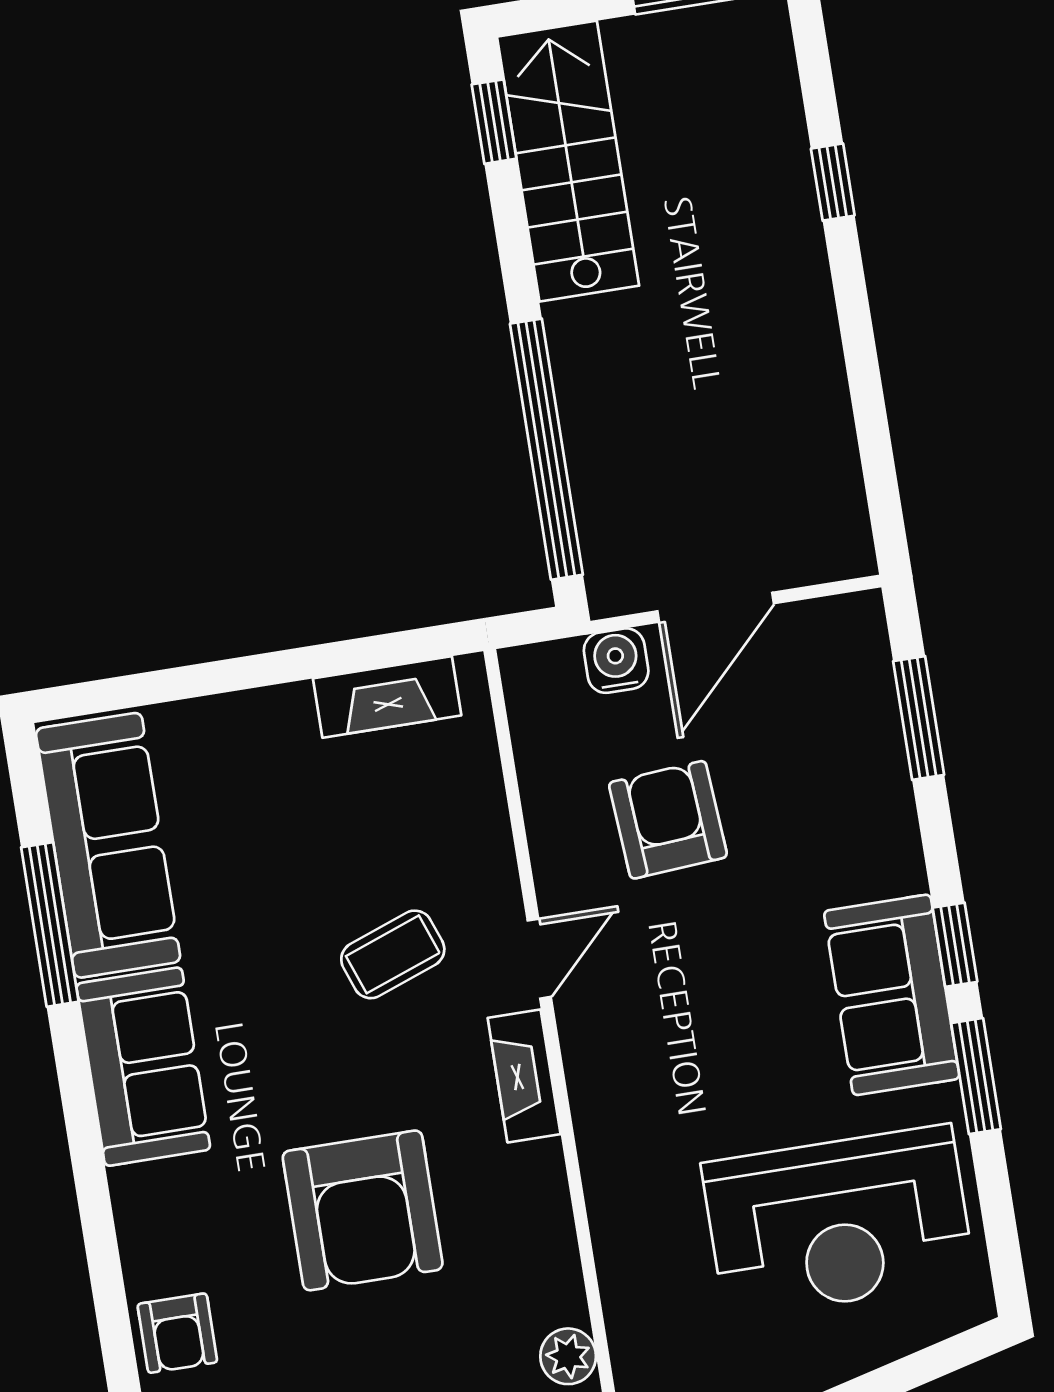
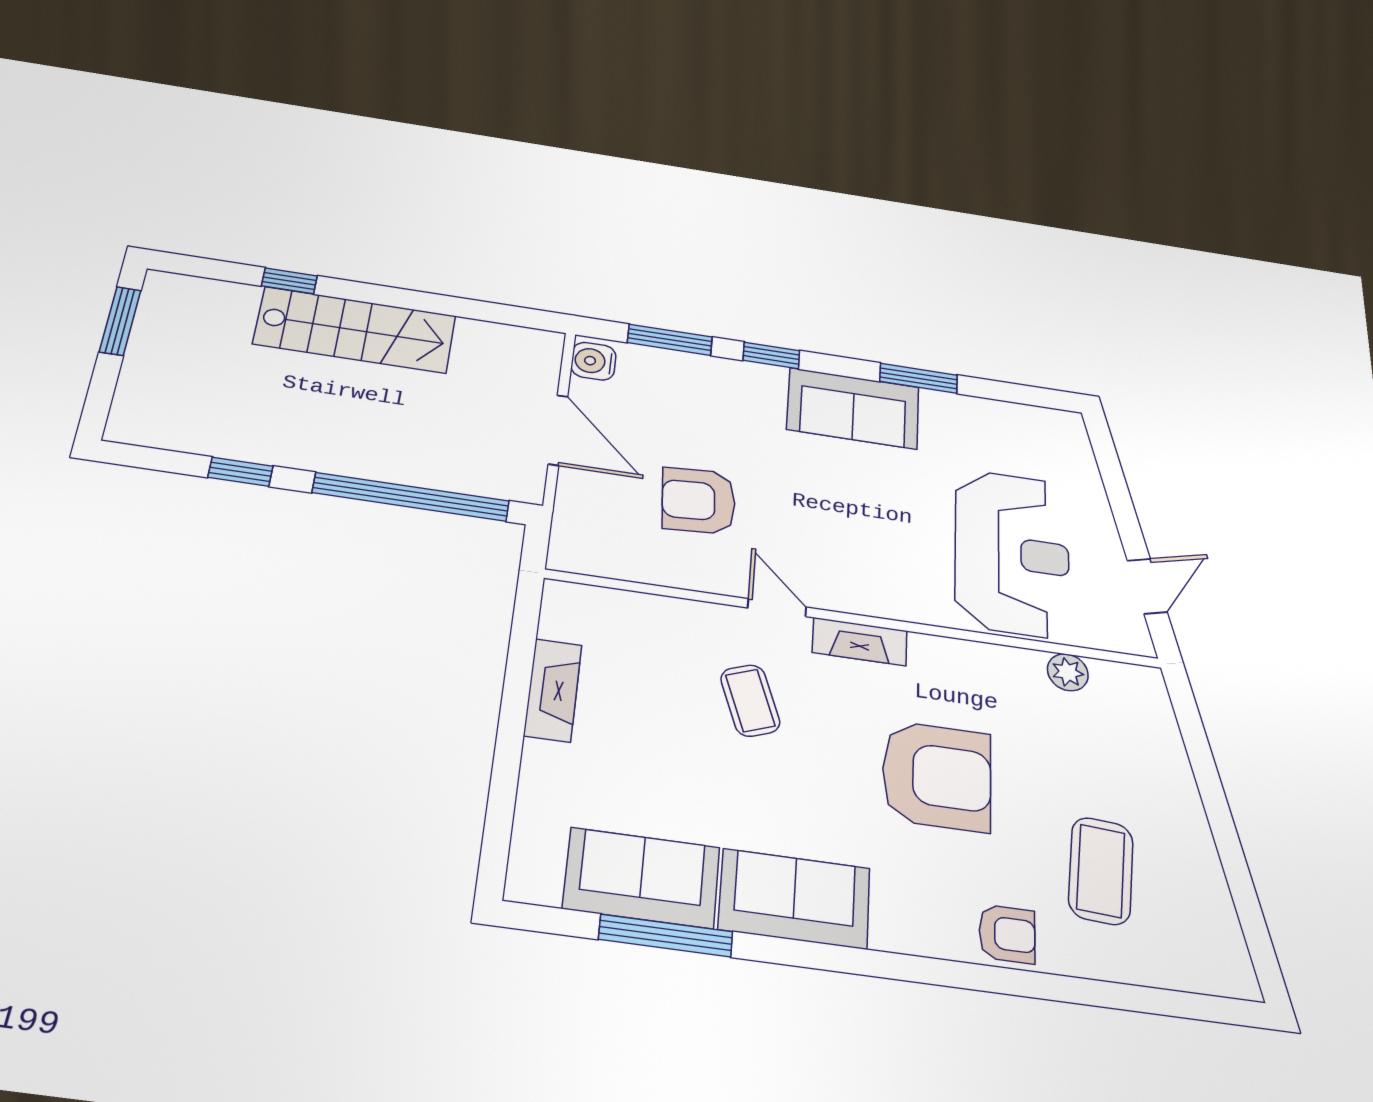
window: (494, 122) -> (240, 472), moved
stairs: (568, 161) -> (355, 330), moved, turned 180
water cooler: (616, 661) -> (593, 361), moved
fireplace: (387, 697) -> (553, 690), moved
sofa: (108, 845) -> (642, 878), width x0.73
window: (955, 945) -> (771, 355), moved
reception desk: (838, 1222) -> (1012, 553), moved

